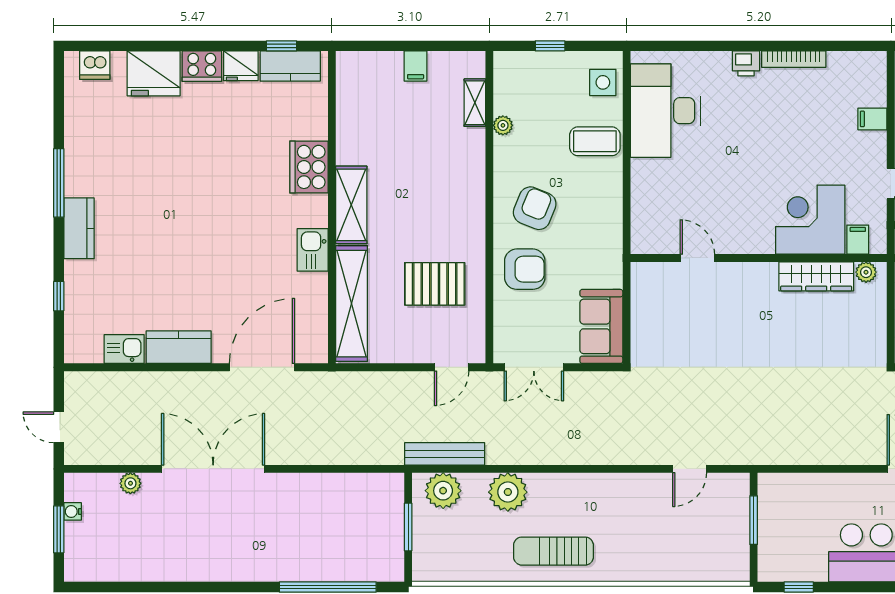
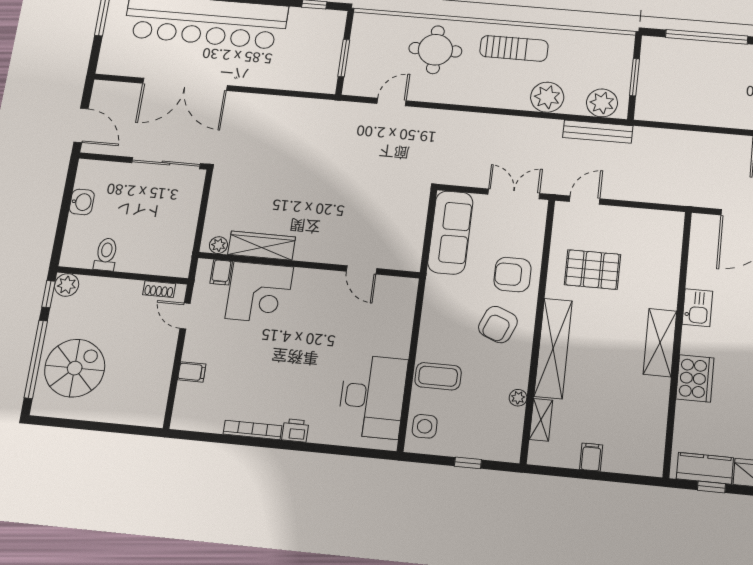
shelving: (351, 304) -> (553, 348), moved
sofa: (601, 326) -> (450, 232), width x1.36
round table: (646, 541) -> (435, 50), added

